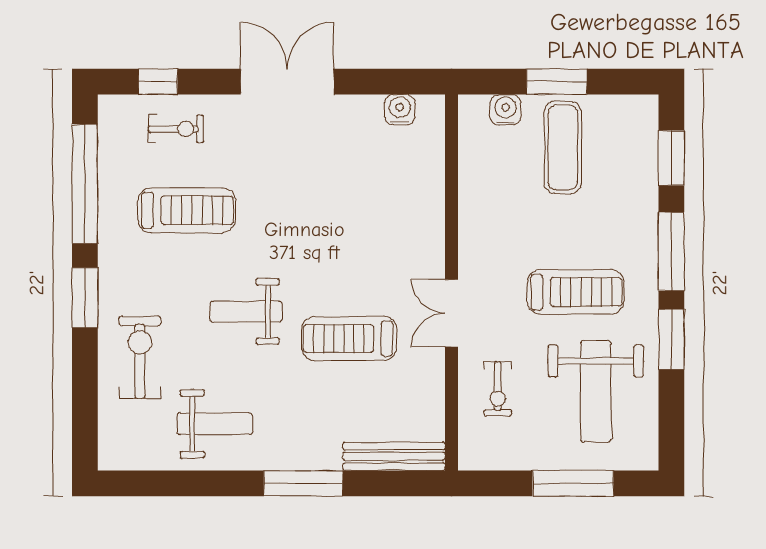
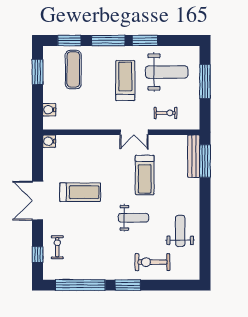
window: (557, 82) -> (38, 72), moved
water cooler: (400, 110) -> (49, 141), moved
exercise mat: (563, 148) -> (73, 70), moved, turned 90
treadmill: (187, 210) -> (80, 192), moved, turned 90
weight bench: (246, 312) -> (133, 218), turned -90
window: (303, 483) -> (205, 161), moved

